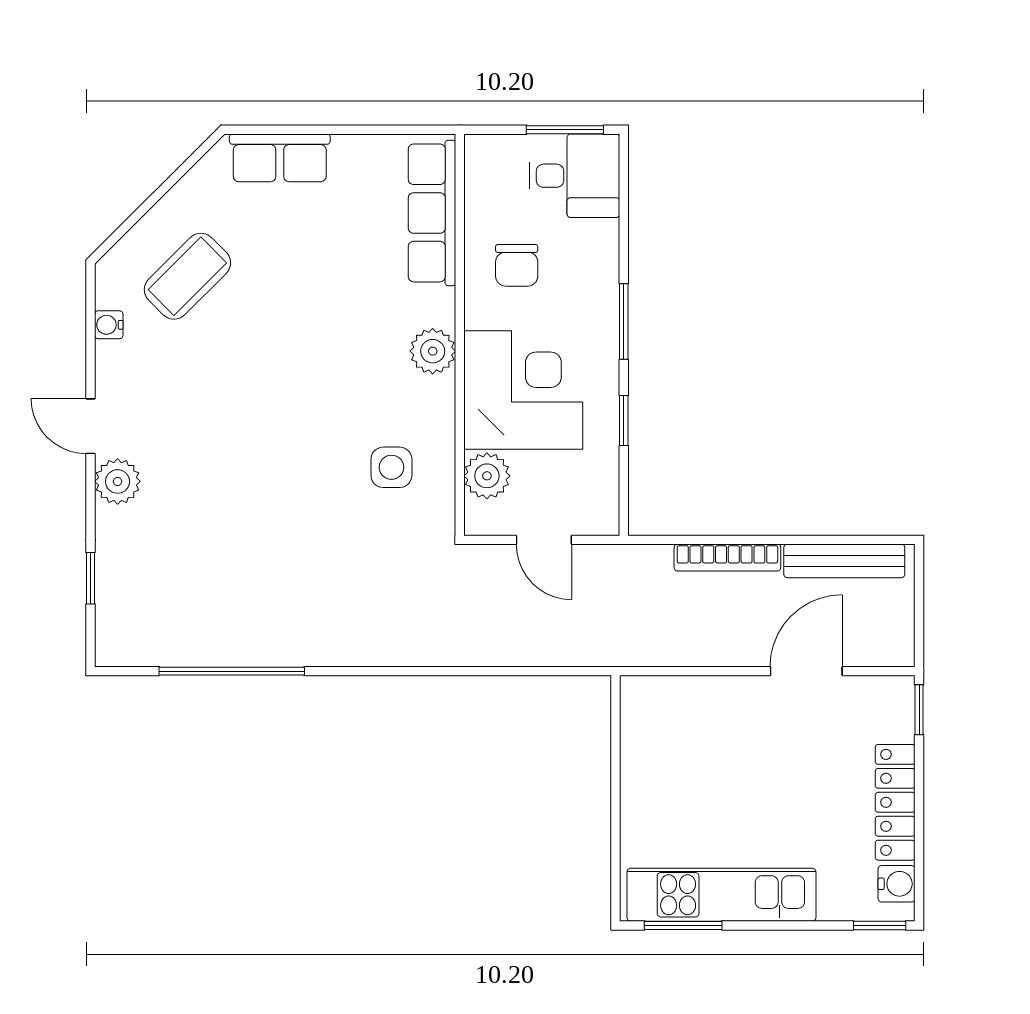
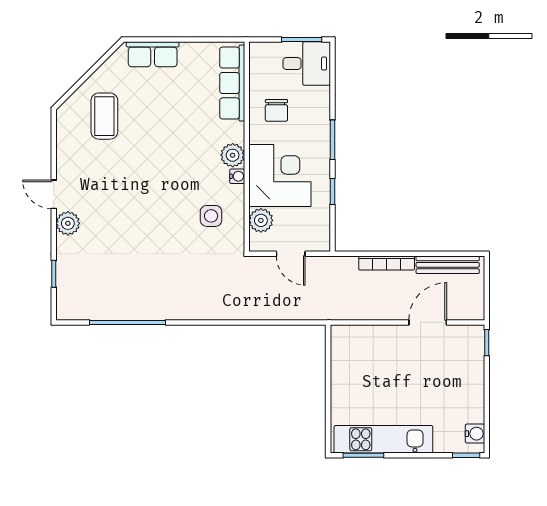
coffee table: (187, 276) -> (104, 116), turned -45
water cooler: (109, 325) -> (237, 176), moved, turned 180
locker: (895, 802) -> (474, 391), removed

